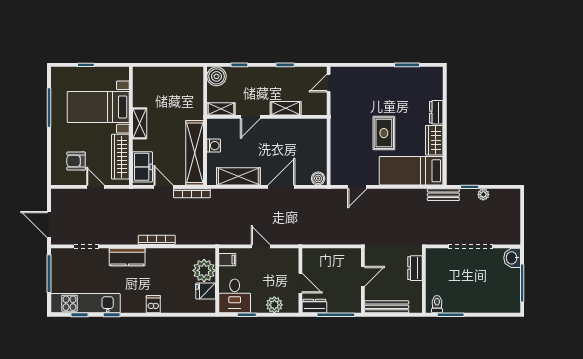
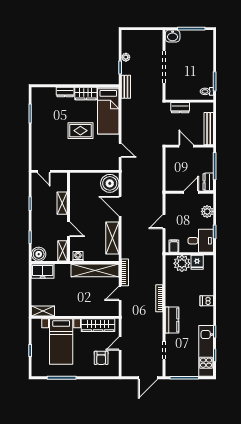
shelving: (140, 123) -> (43, 311), moved
washing machine: (214, 146) -> (78, 256), moved
freezer: (142, 167) -> (43, 271), moved, turned 180
boiler: (318, 178) -> (110, 183), width x1.86, depth x1.86

